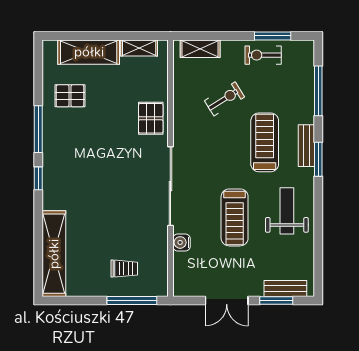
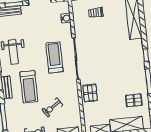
treadmill: (235, 217) -> (54, 57), moved
water cooler: (181, 242) -> (66, 18), moved

